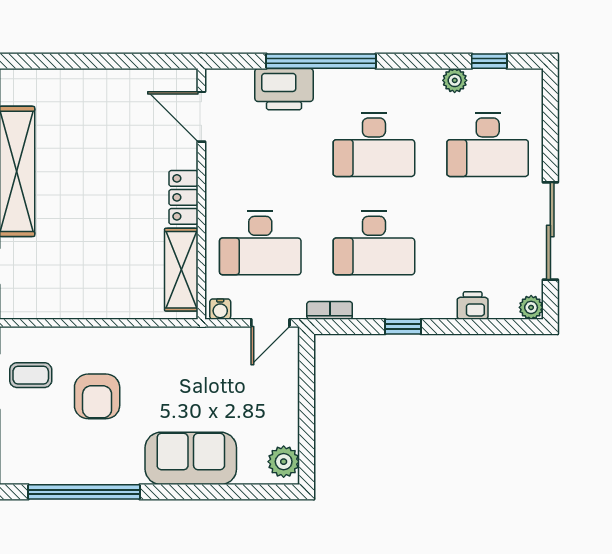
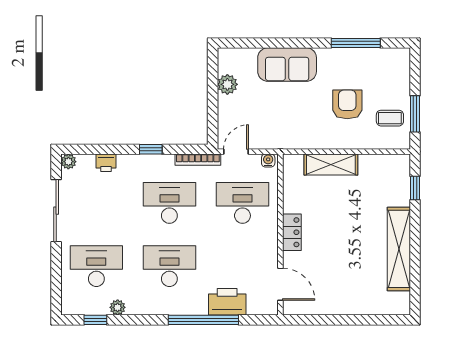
shelving: (181, 270) -> (331, 165), moved, turned 90
bookcase: (330, 310) -> (198, 160), width x1.56
plant: (284, 462) -> (227, 84), moved
window: (84, 492) -> (356, 43), width x0.68

